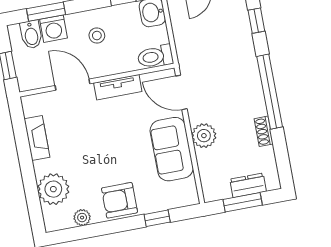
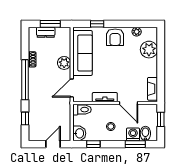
door: (181, 92) -> (72, 88), swing flipped
fireplace: (37, 138) -> (153, 89), moved
sofa: (172, 149) -> (82, 53), width x1.36
armchair: (119, 200) -> (115, 37), turned 90

